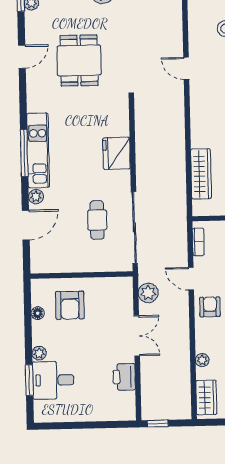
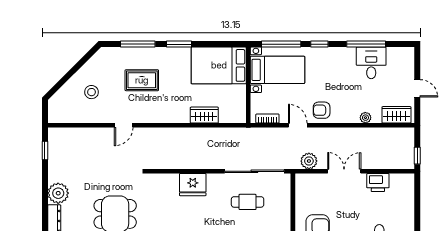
wardrobe: (201, 174) -> (204, 115), width x0.67
door: (191, 279) -> (298, 125), swing flipped

